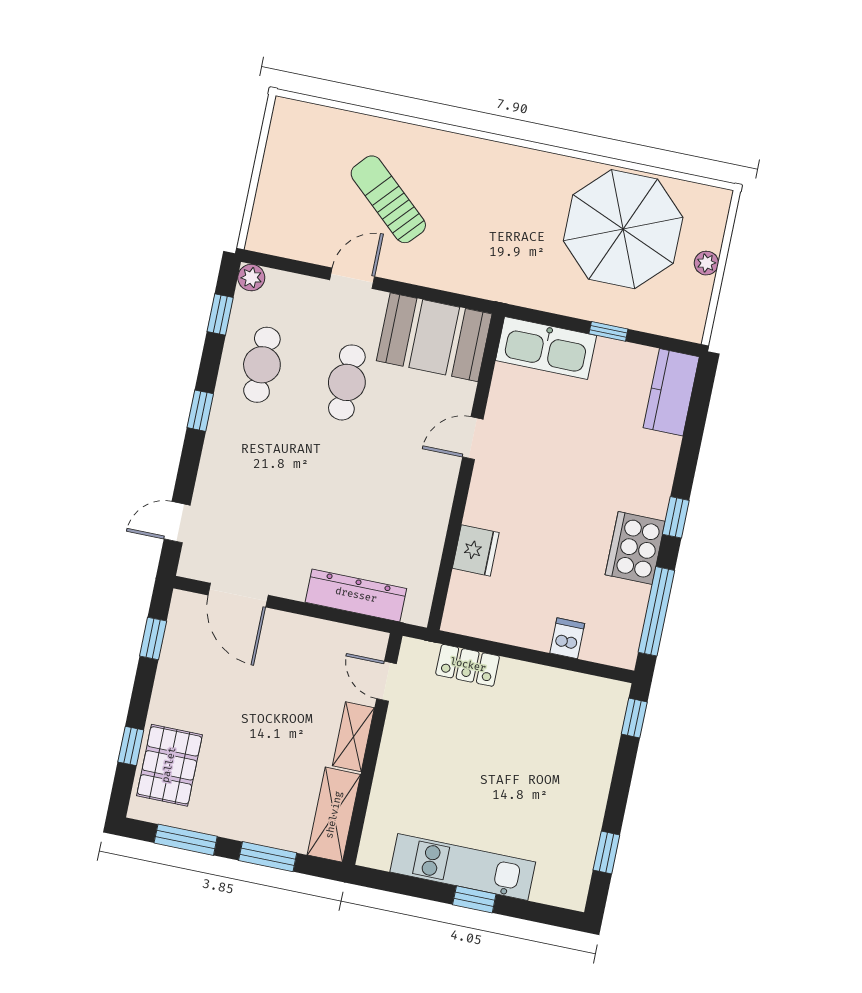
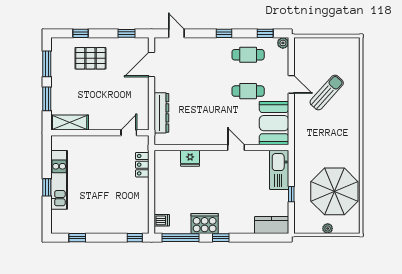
dishwasher: (567, 638) -> (162, 220), moved
shelving: (353, 737) -> (103, 124), removed
pallet: (169, 765) -> (90, 58), moved

